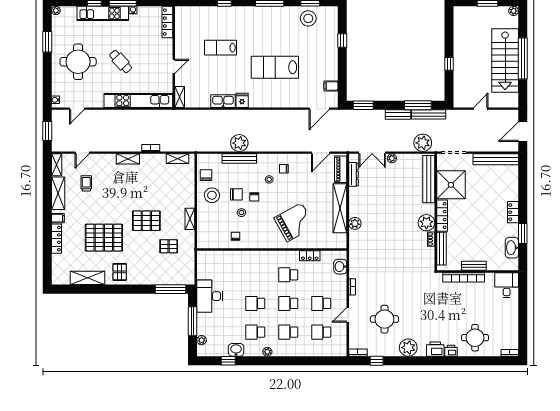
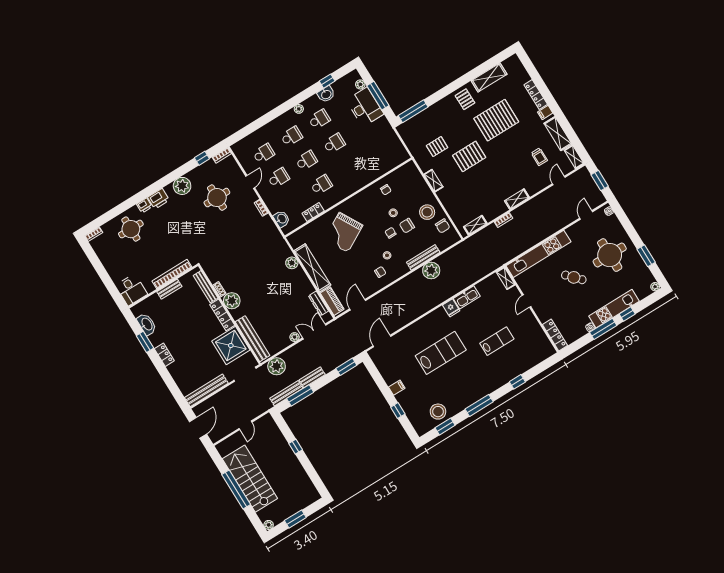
filing cabinet: (331, 86) -> (397, 388), moved
desk: (210, 296) -> (365, 107), moved

